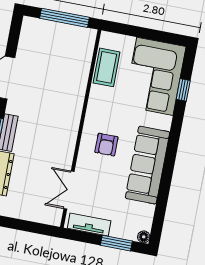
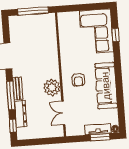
coffee table: (107, 67) -> (66, 34), removed
plant: (62, 146) -> (52, 88), added
tv unit: (89, 225) -> (98, 129), moved

